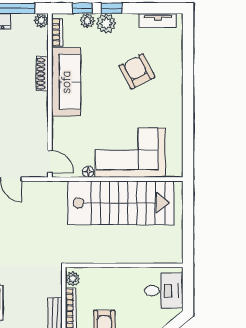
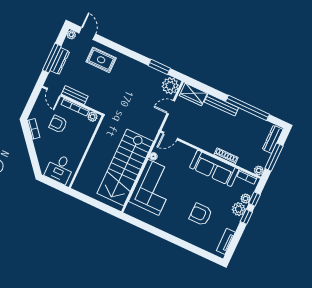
armchair: (137, 71) -> (201, 214), turned -153

